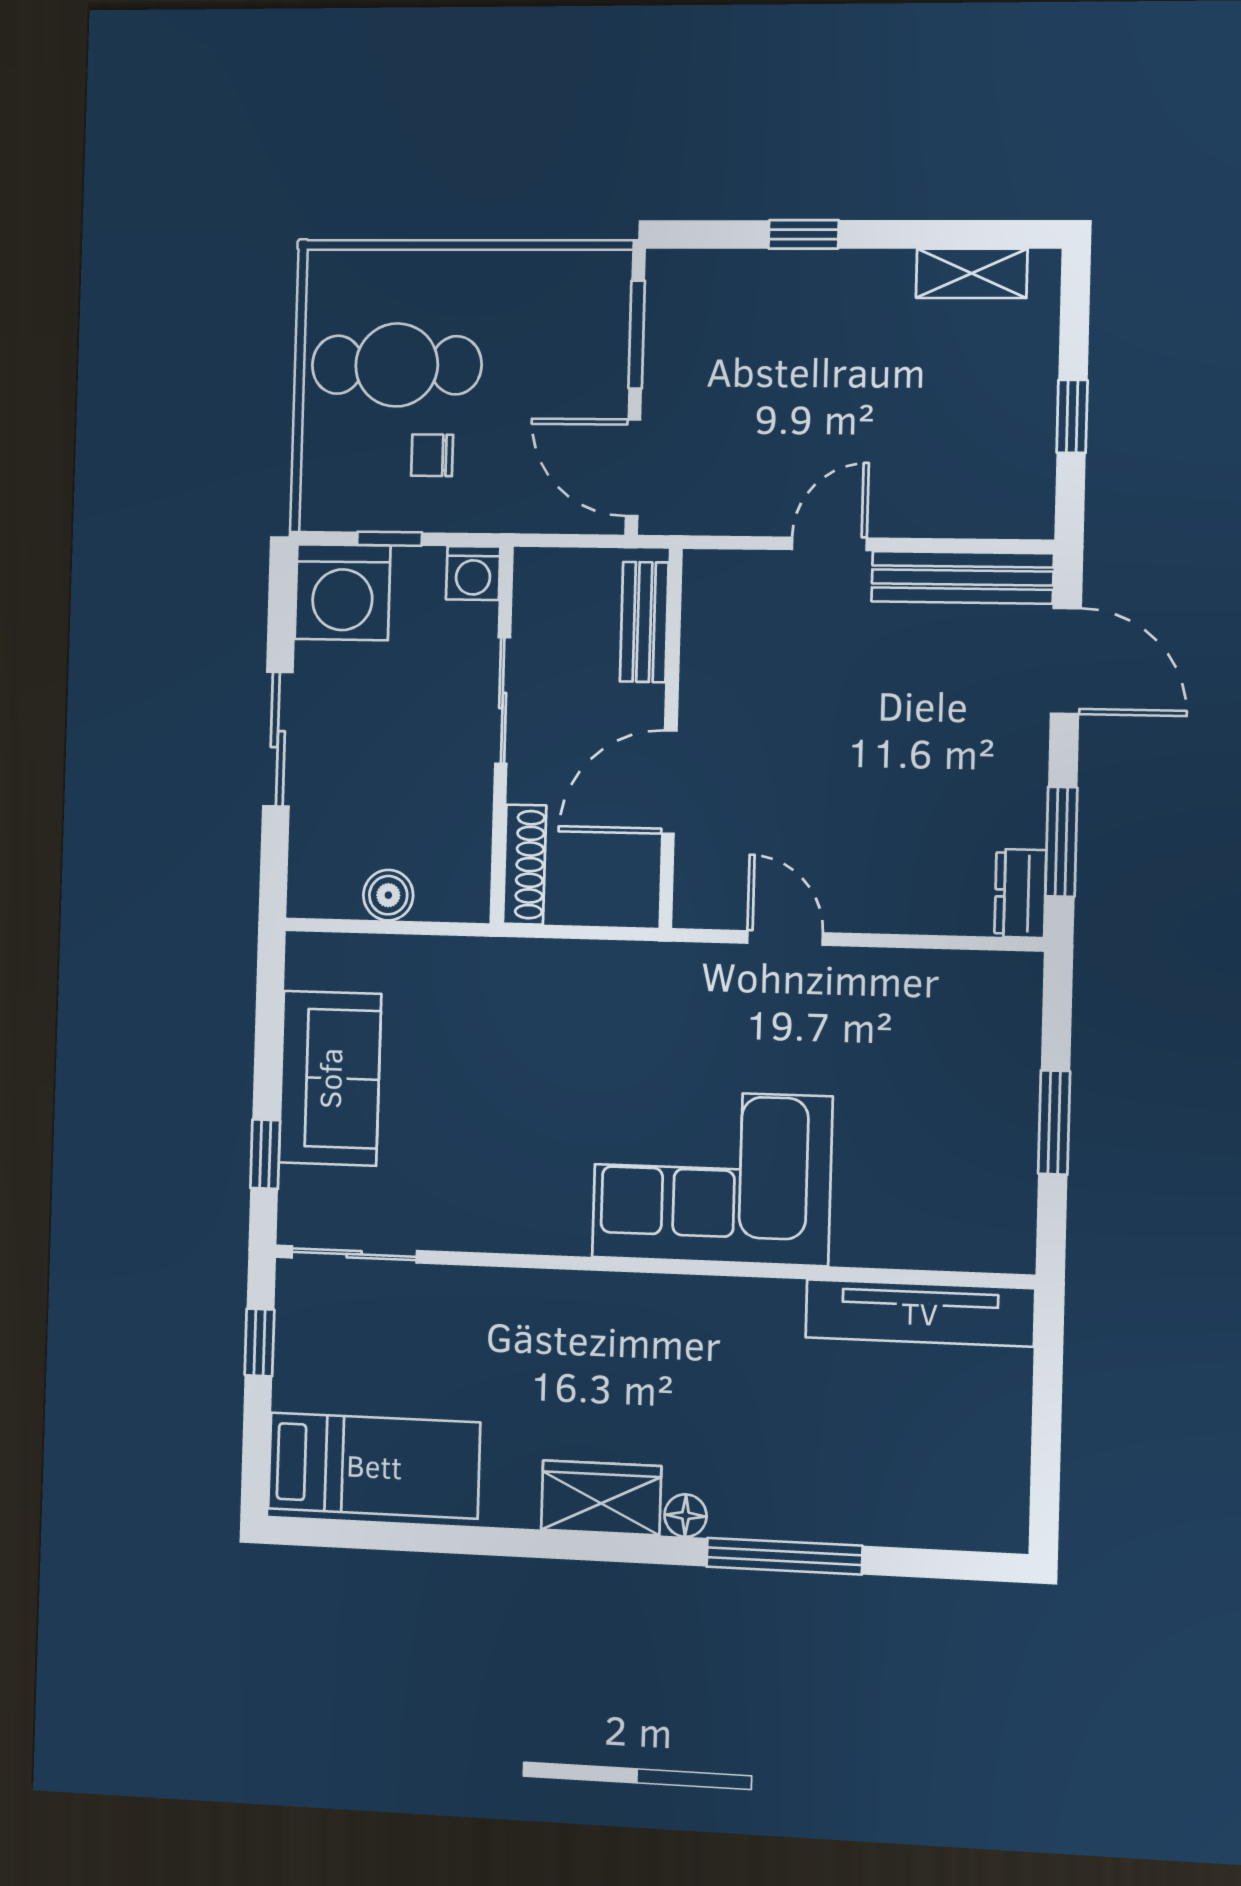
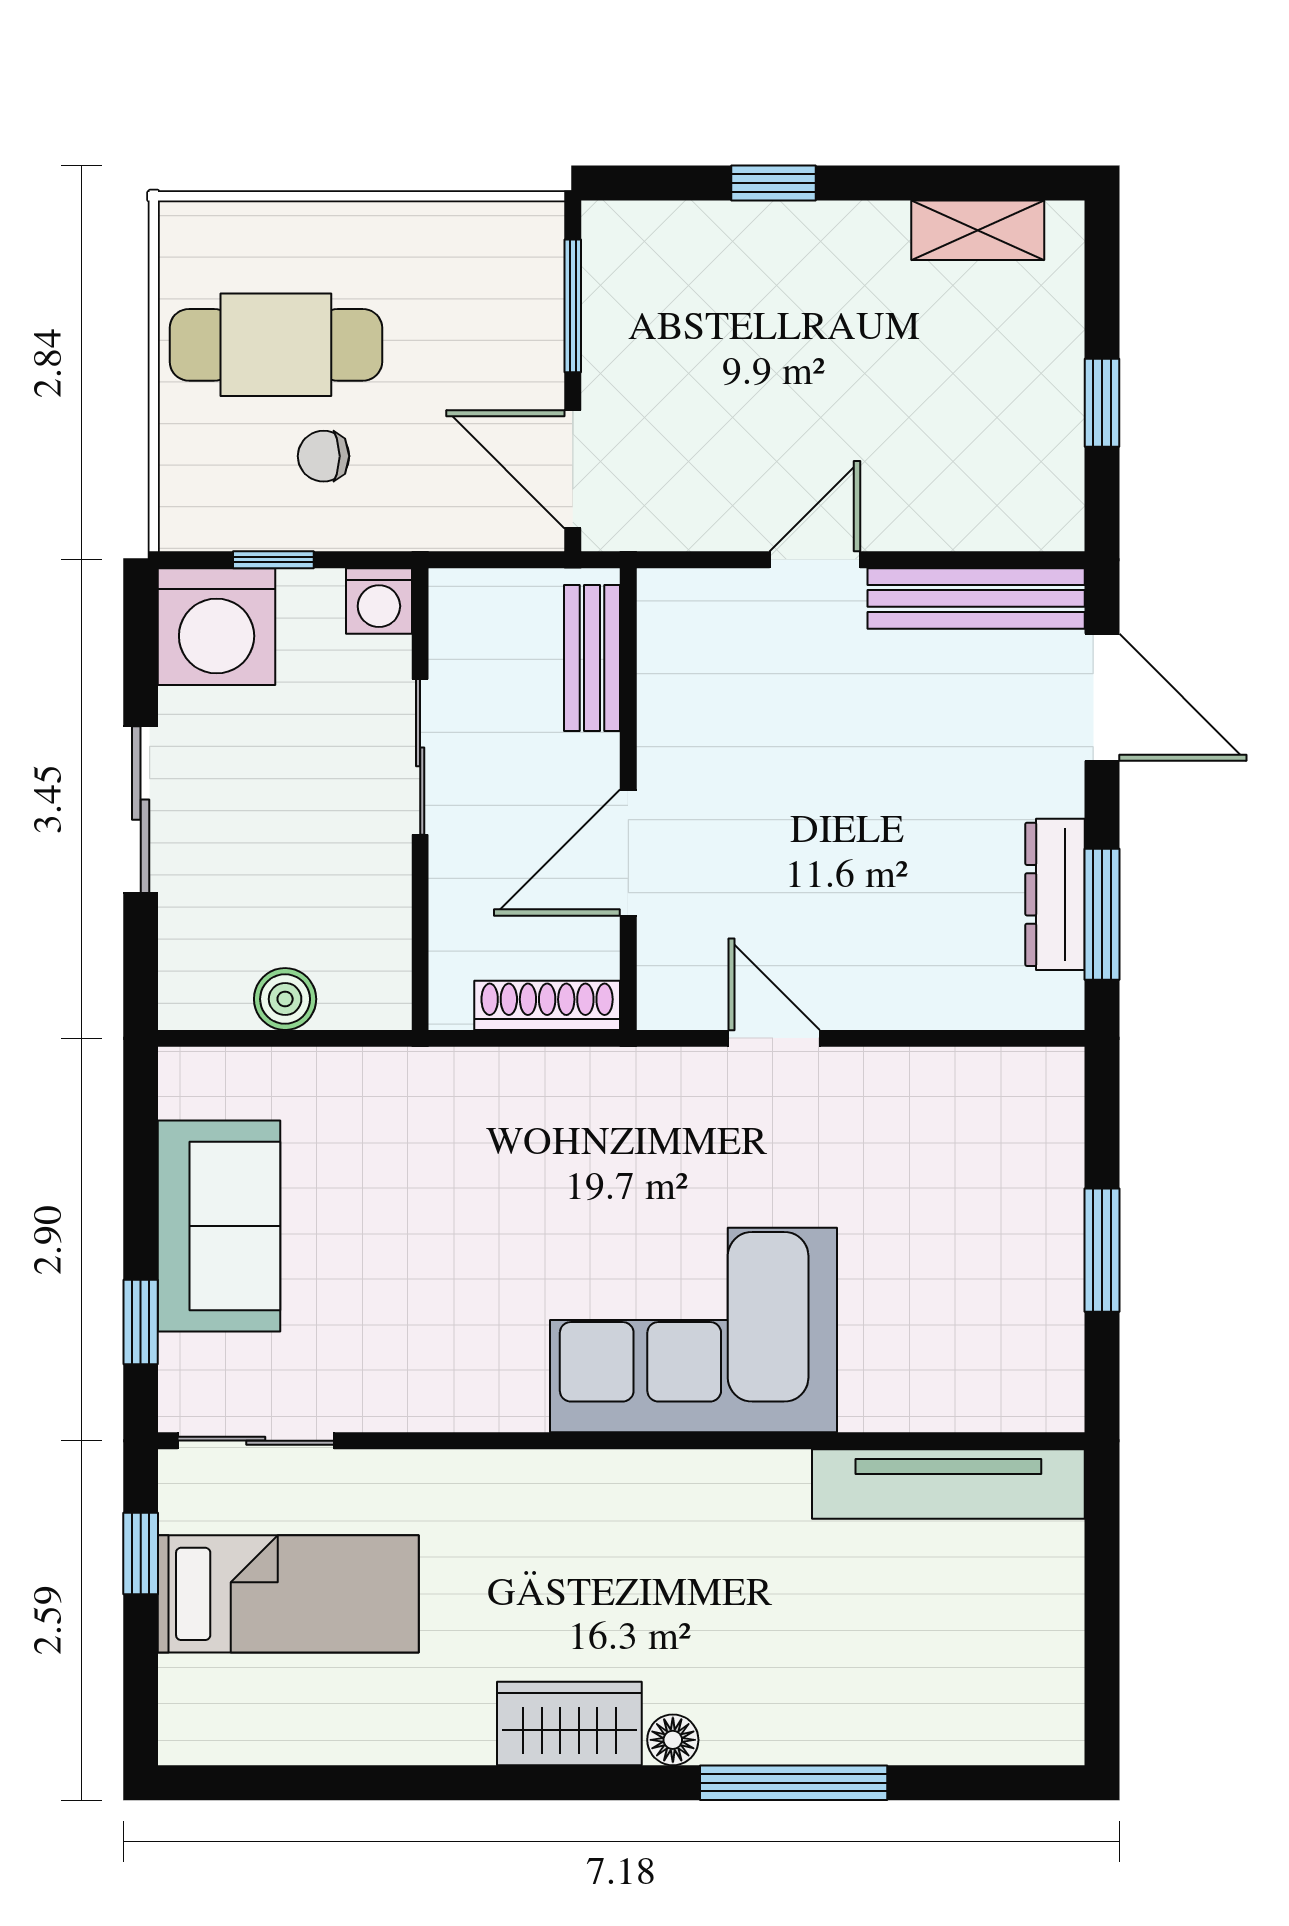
shoe rack: (525, 864) -> (547, 1005), moved, turned -90
dresser: (1020, 893) -> (1055, 894), moved, width x1.44
bed: (374, 1466) -> (288, 1594), moved

